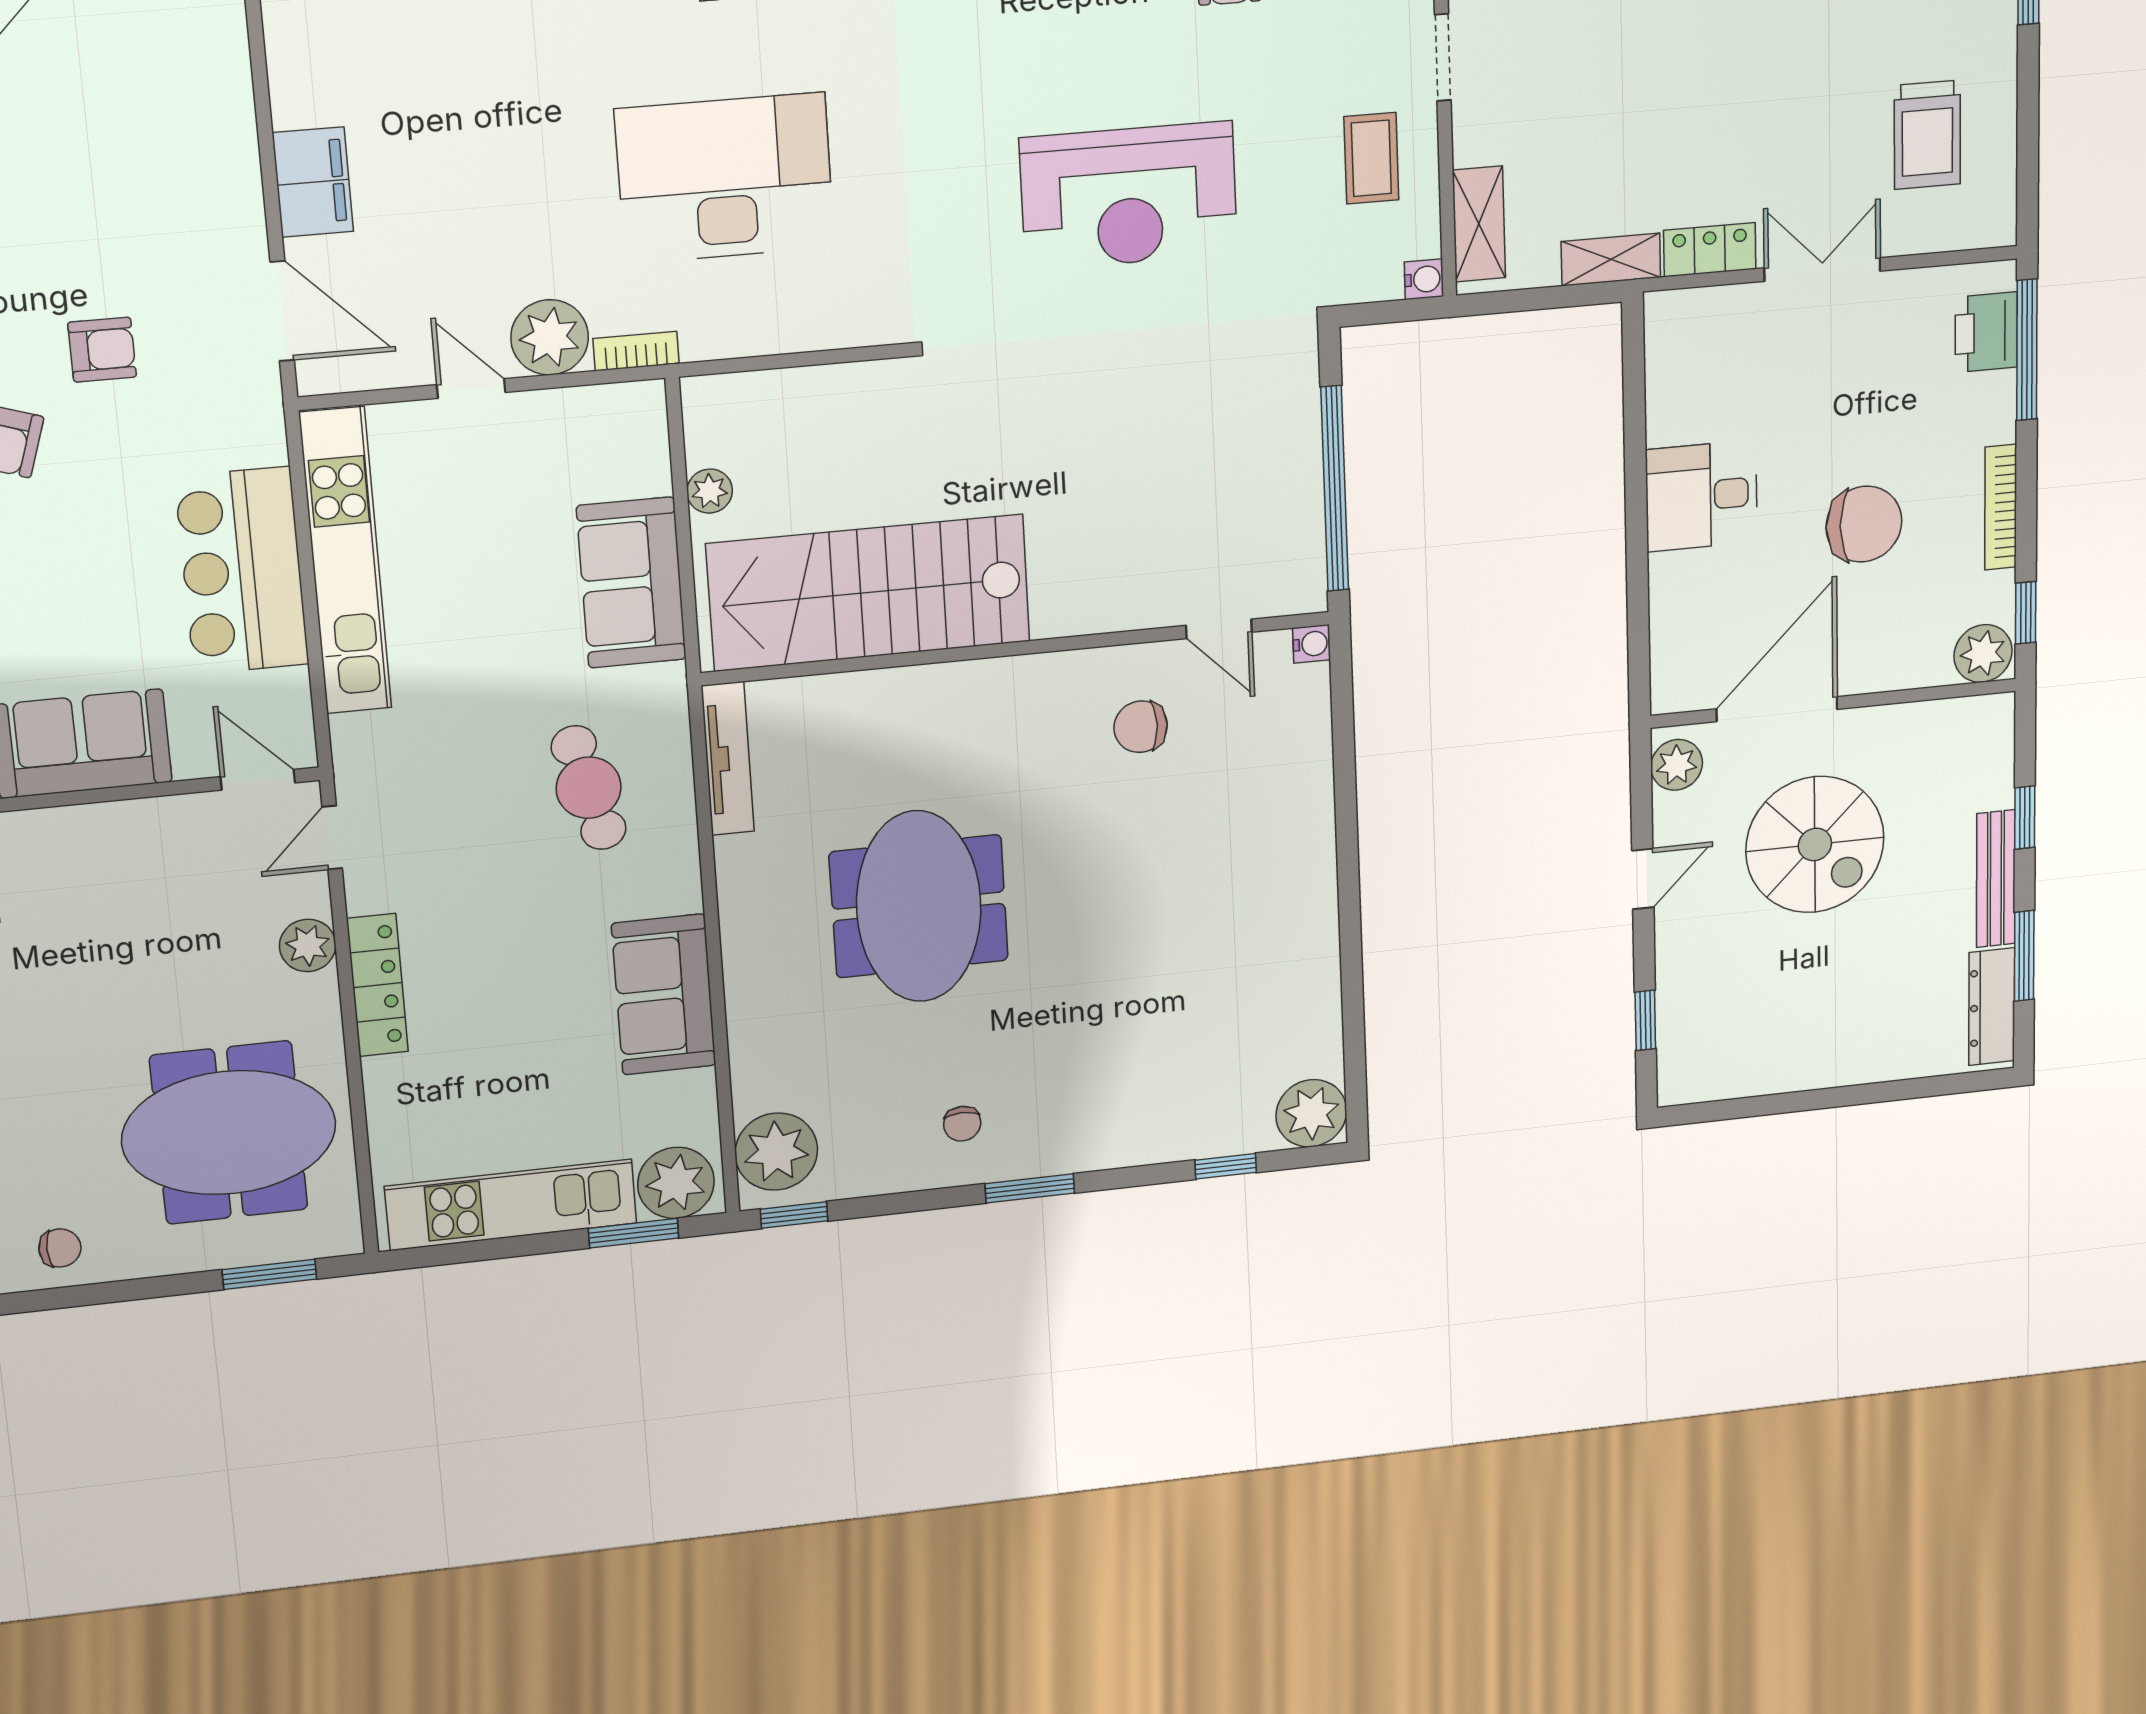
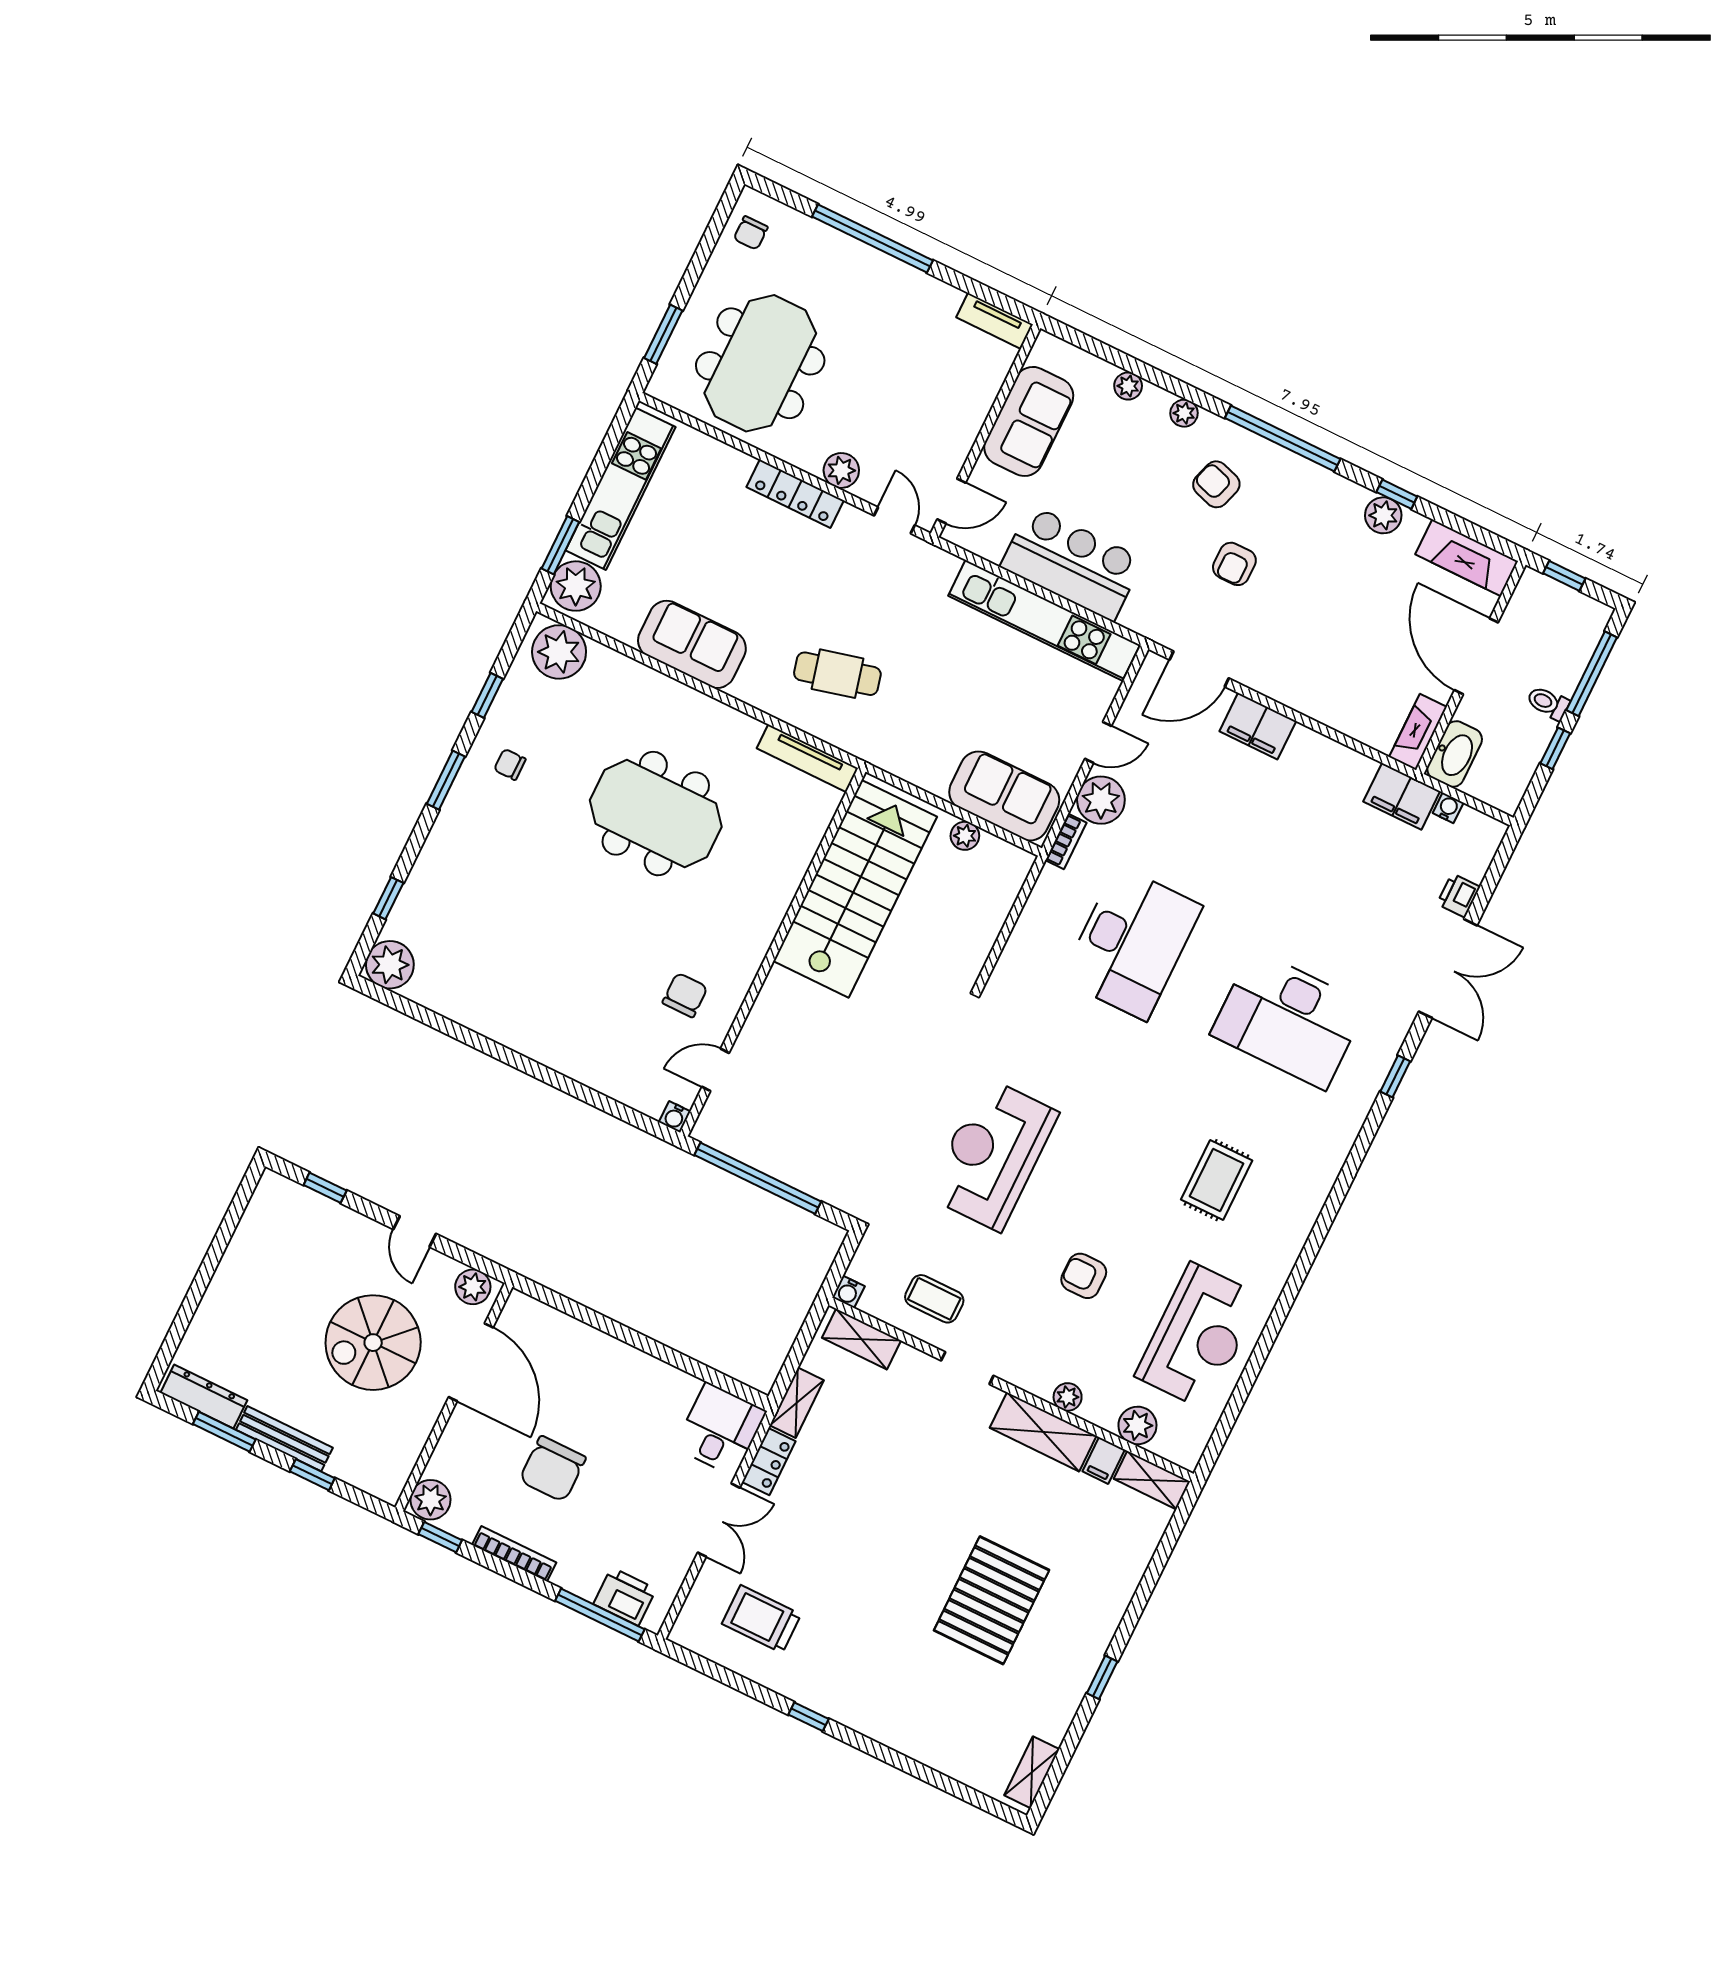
desk: (1701, 496) -> (720, 1429), moved
sofa: (631, 583) -> (1004, 796), moved
window: (794, 1215) -> (487, 695), moved

